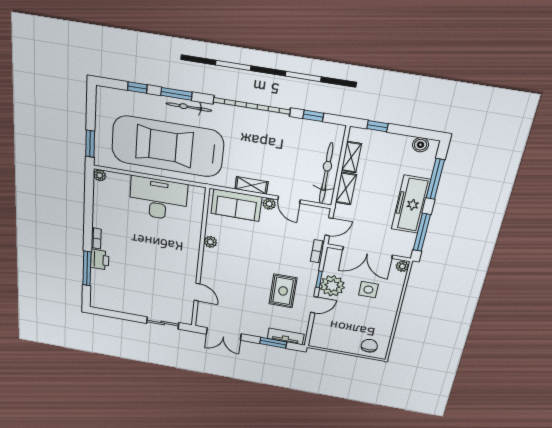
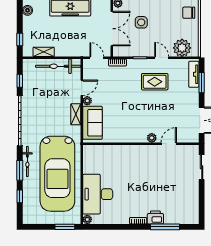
shelving: (346, 189) -> (66, 52), removed
desk: (158, 199) -> (98, 194), moved
plant: (210, 242) -> (152, 138), moved
plant: (332, 286) -> (182, 48), moved

